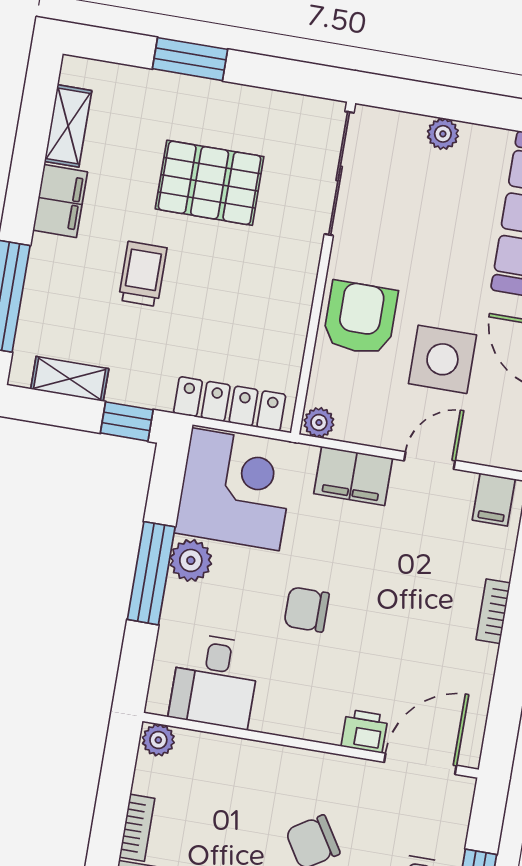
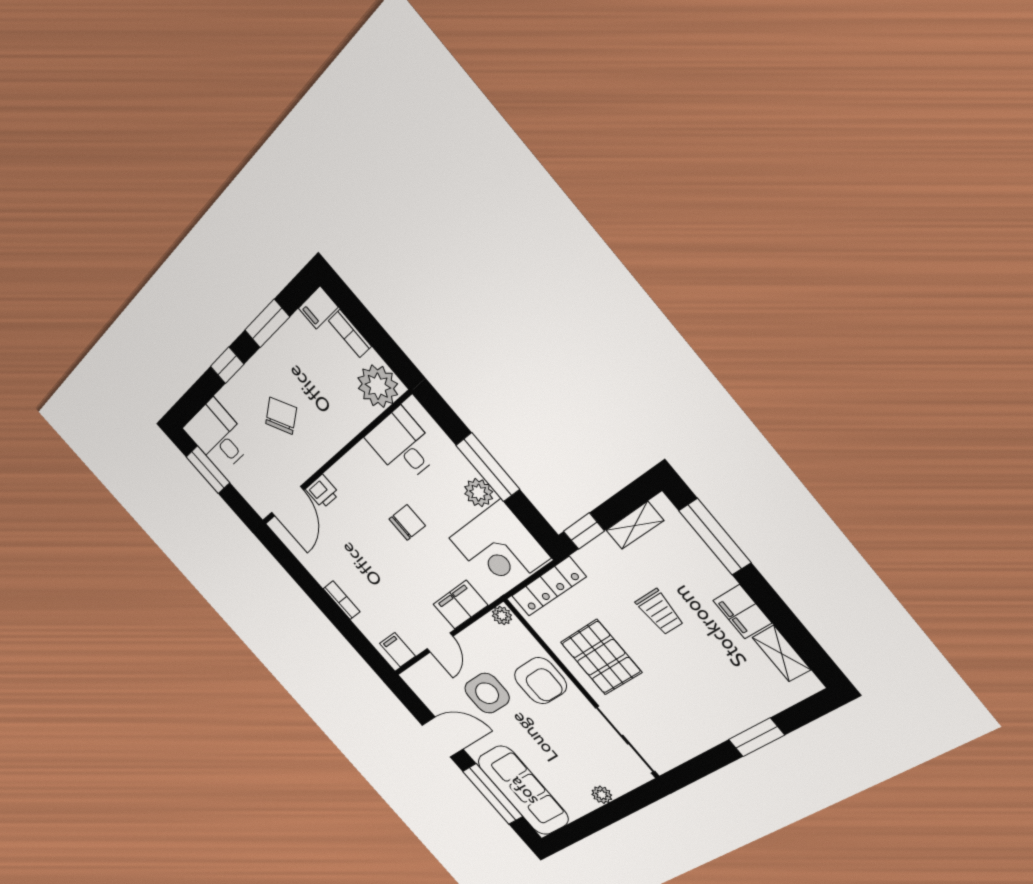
pallet: (210, 183) -> (601, 657), moved, turned 90
plant: (158, 740) -> (378, 386), width x1.87, depth x1.87

